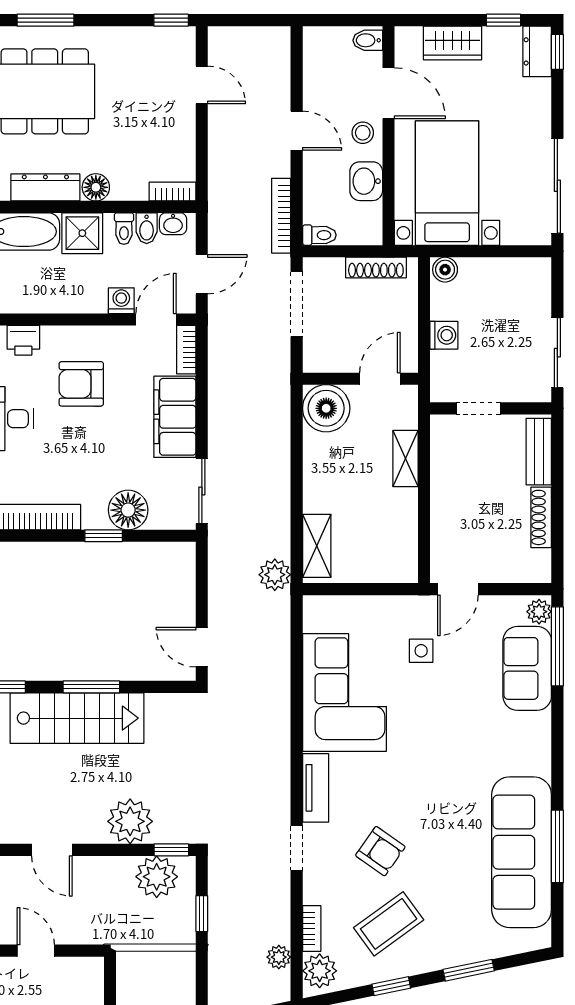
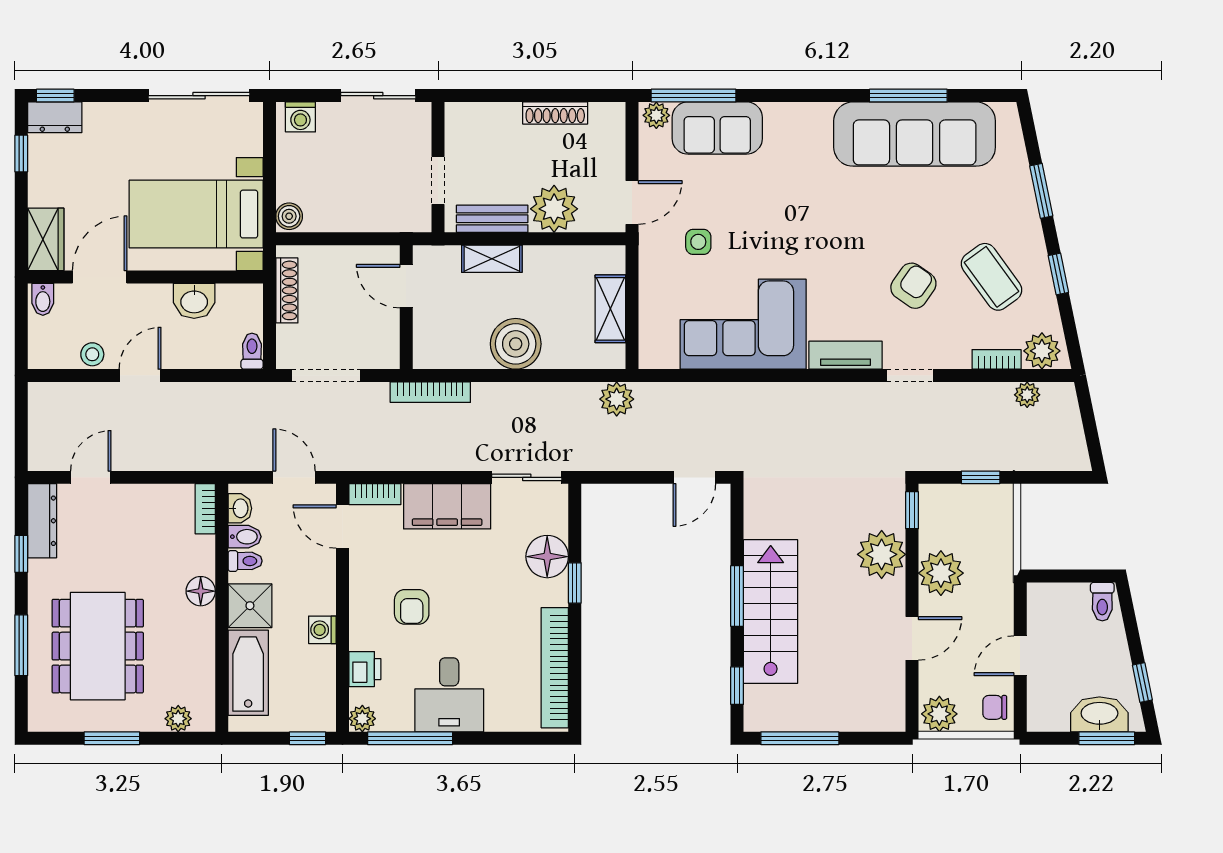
window: (171, 20) -> (21, 554), moved
wardrobe: (453, 43) -> (46, 239), moved
stool: (363, 133) -> (92, 354), moved
dresser: (45, 187) -> (42, 521), moved, turned 180
bookcase: (281, 216) -> (430, 392), moved
washing machine: (121, 301) -> (322, 630), moved
washing machine: (444, 335) -> (300, 117), moved, turned 180
armchair: (81, 384) -> (412, 607), width x0.72, depth x0.72
boiler: (326, 408) -> (516, 344), moved
bench: (539, 452) -> (492, 219), moved
plant: (452, 516) -> (554, 209), added
shelving: (317, 546) -> (610, 309), moved, turned 90
door: (458, 589) -> (632, 202), hinge flipped
plant: (157, 877) -> (941, 573), moved

